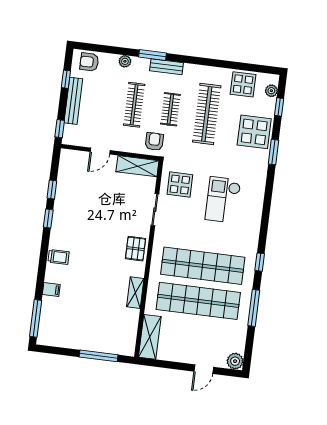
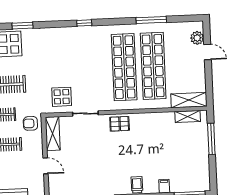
checkout: (223, 200) -> (68, 60), removed
window: (260, 262) -> (84, 23), moved
shelving: (135, 293) -> (188, 116), moved
plant: (235, 361) -> (197, 38), moved

